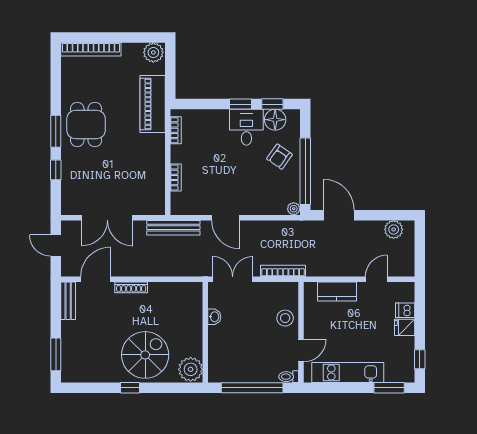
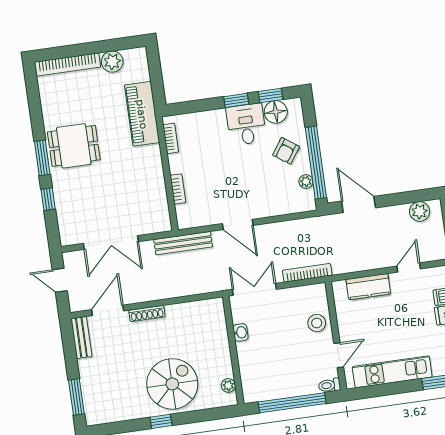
plant: (153, 52) -> (112, 62), moved
dining table: (86, 125) -> (74, 146), turned 90
plant: (294, 209) -> (306, 182), moved
plant: (191, 369) -> (228, 385), width x0.53, depth x0.53

